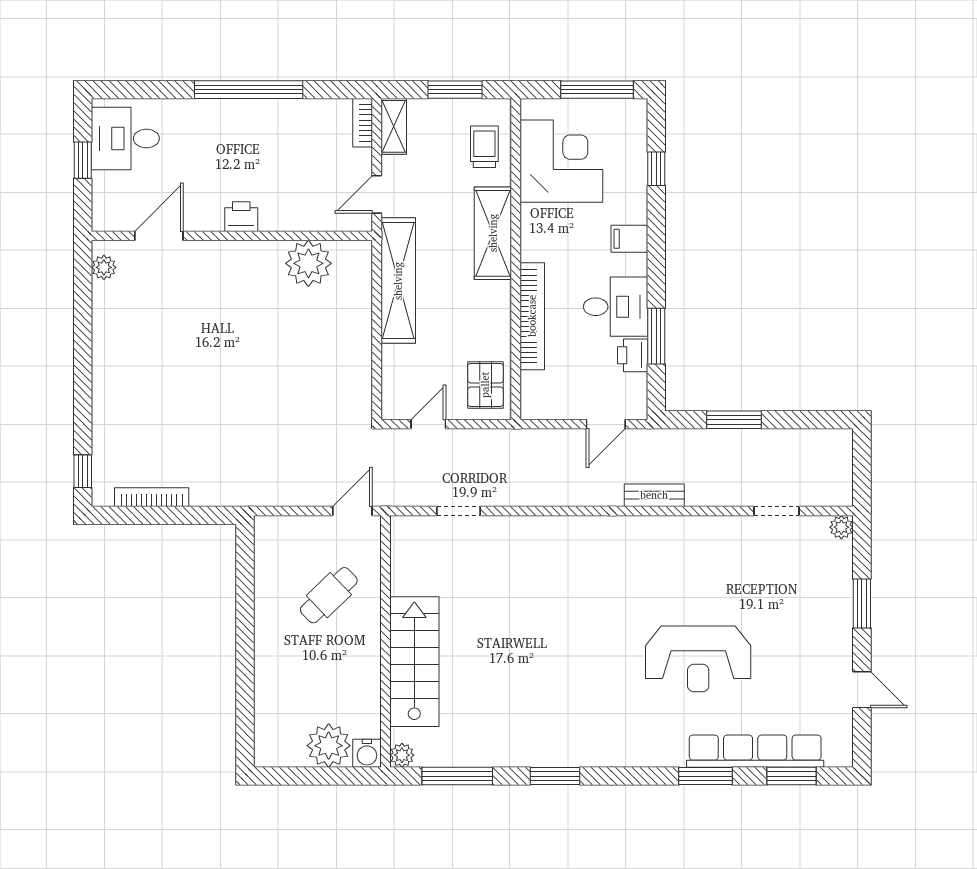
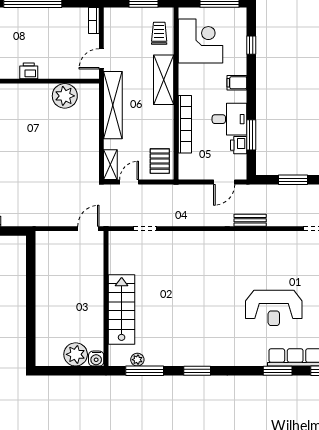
shelving: (394, 126) -> (110, 165), moved
cafe table: (329, 595) -> (76, 274), removed
plant: (402, 755) -> (137, 360), moved

